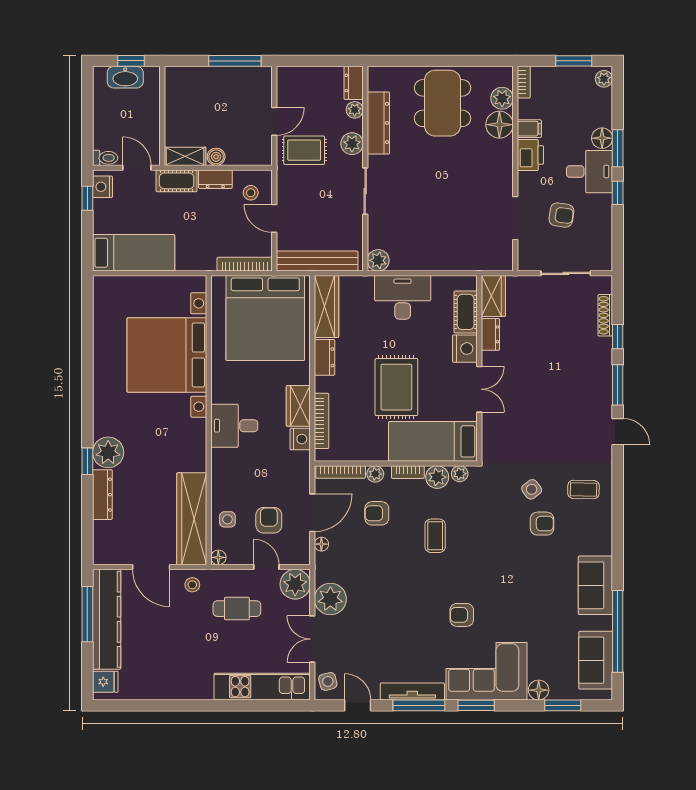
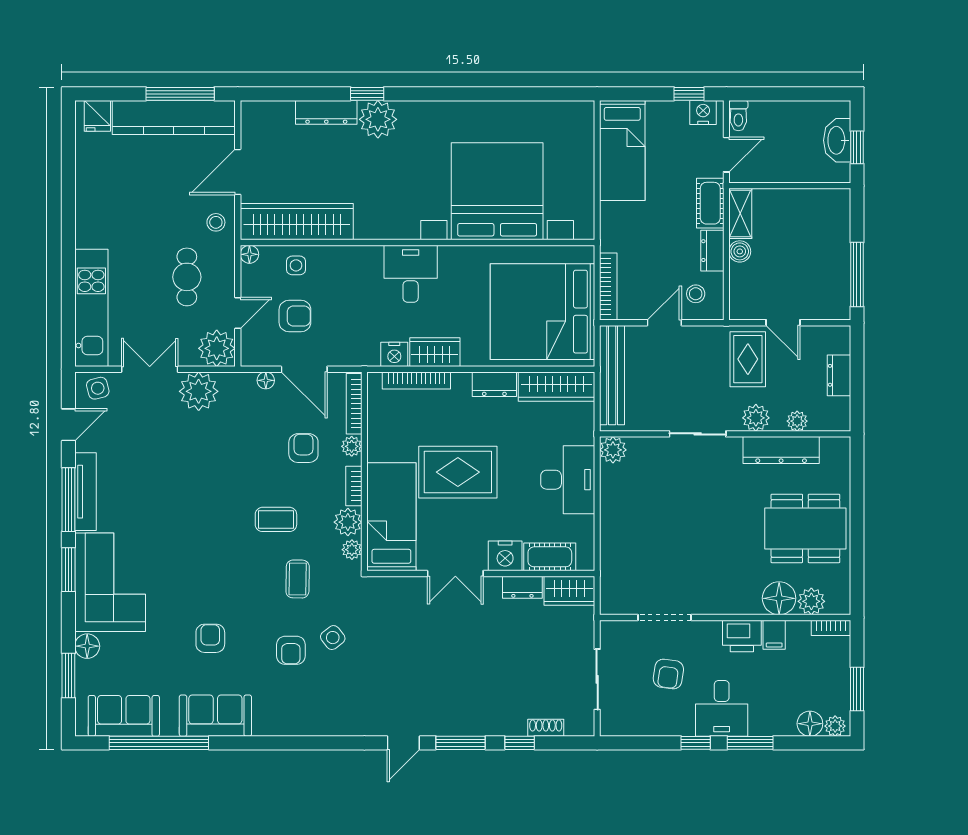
dresser: (354, 83) -> (839, 375), moved, turned -90
floor lamp: (602, 138) -> (810, 724), moved
shoe rack: (605, 315) -> (546, 728), width x0.70
coffee table: (583, 489) -> (298, 579), moved
armchair: (462, 615) -> (210, 638), moved

